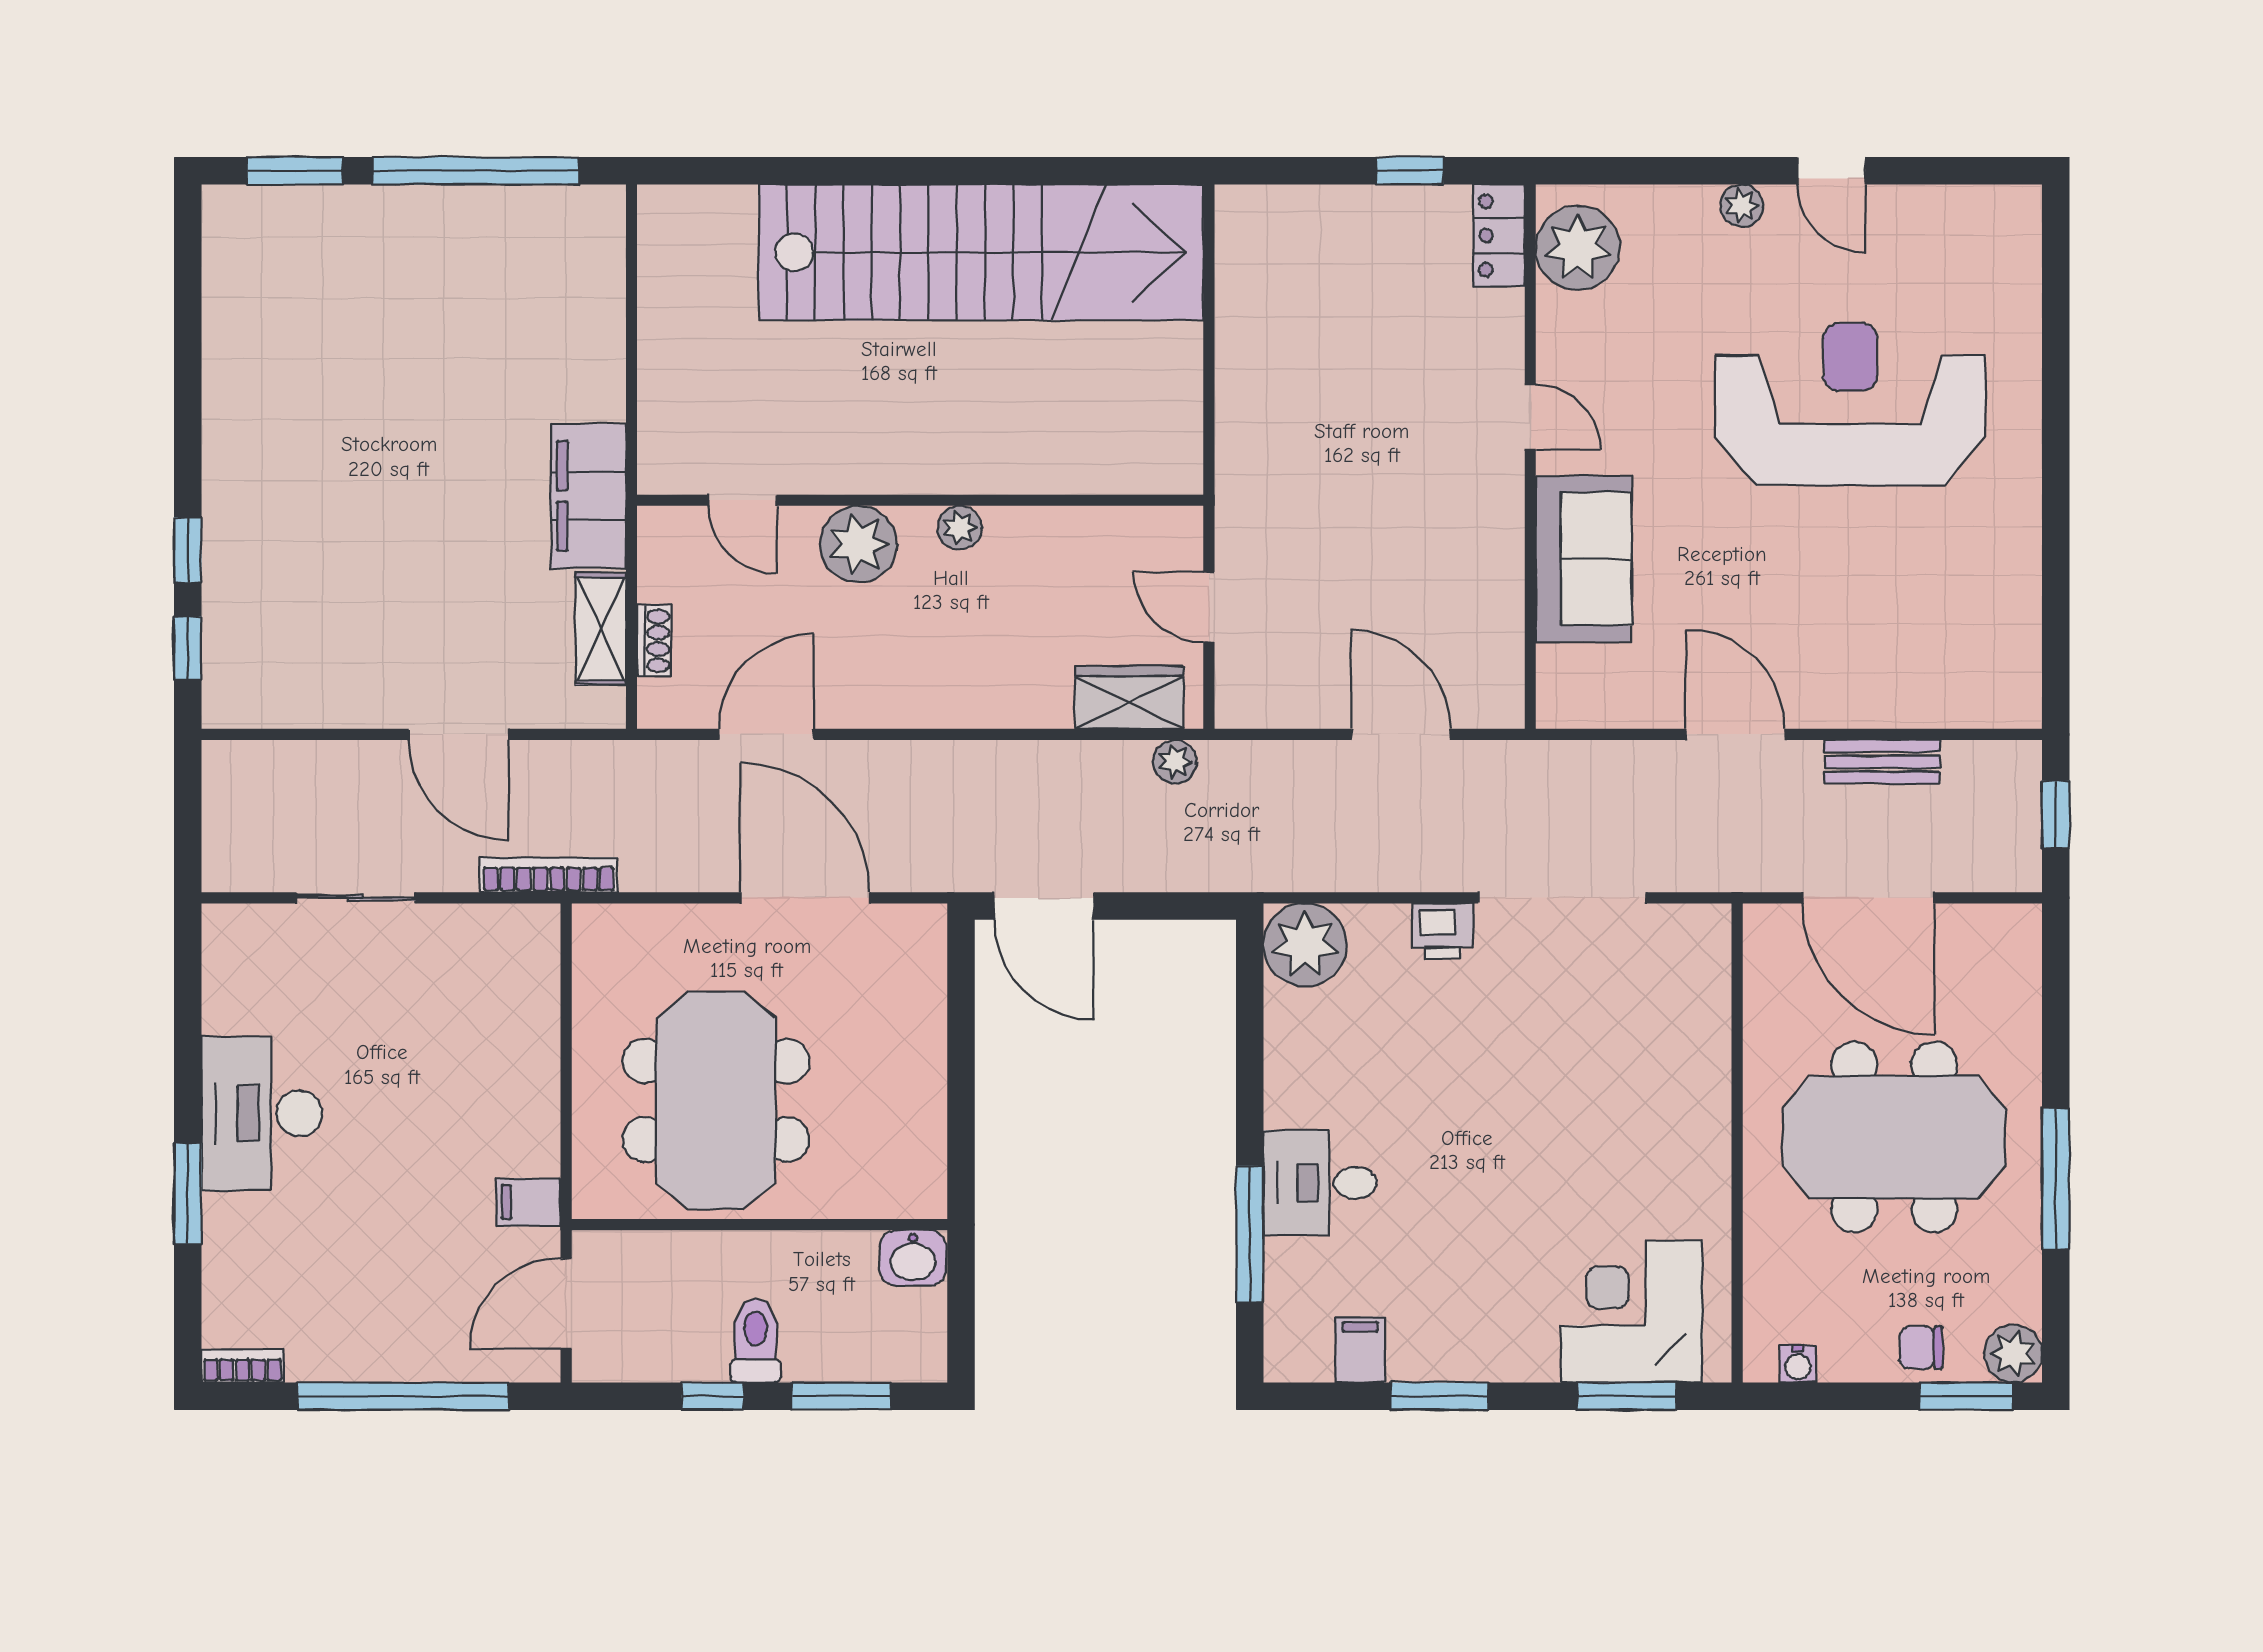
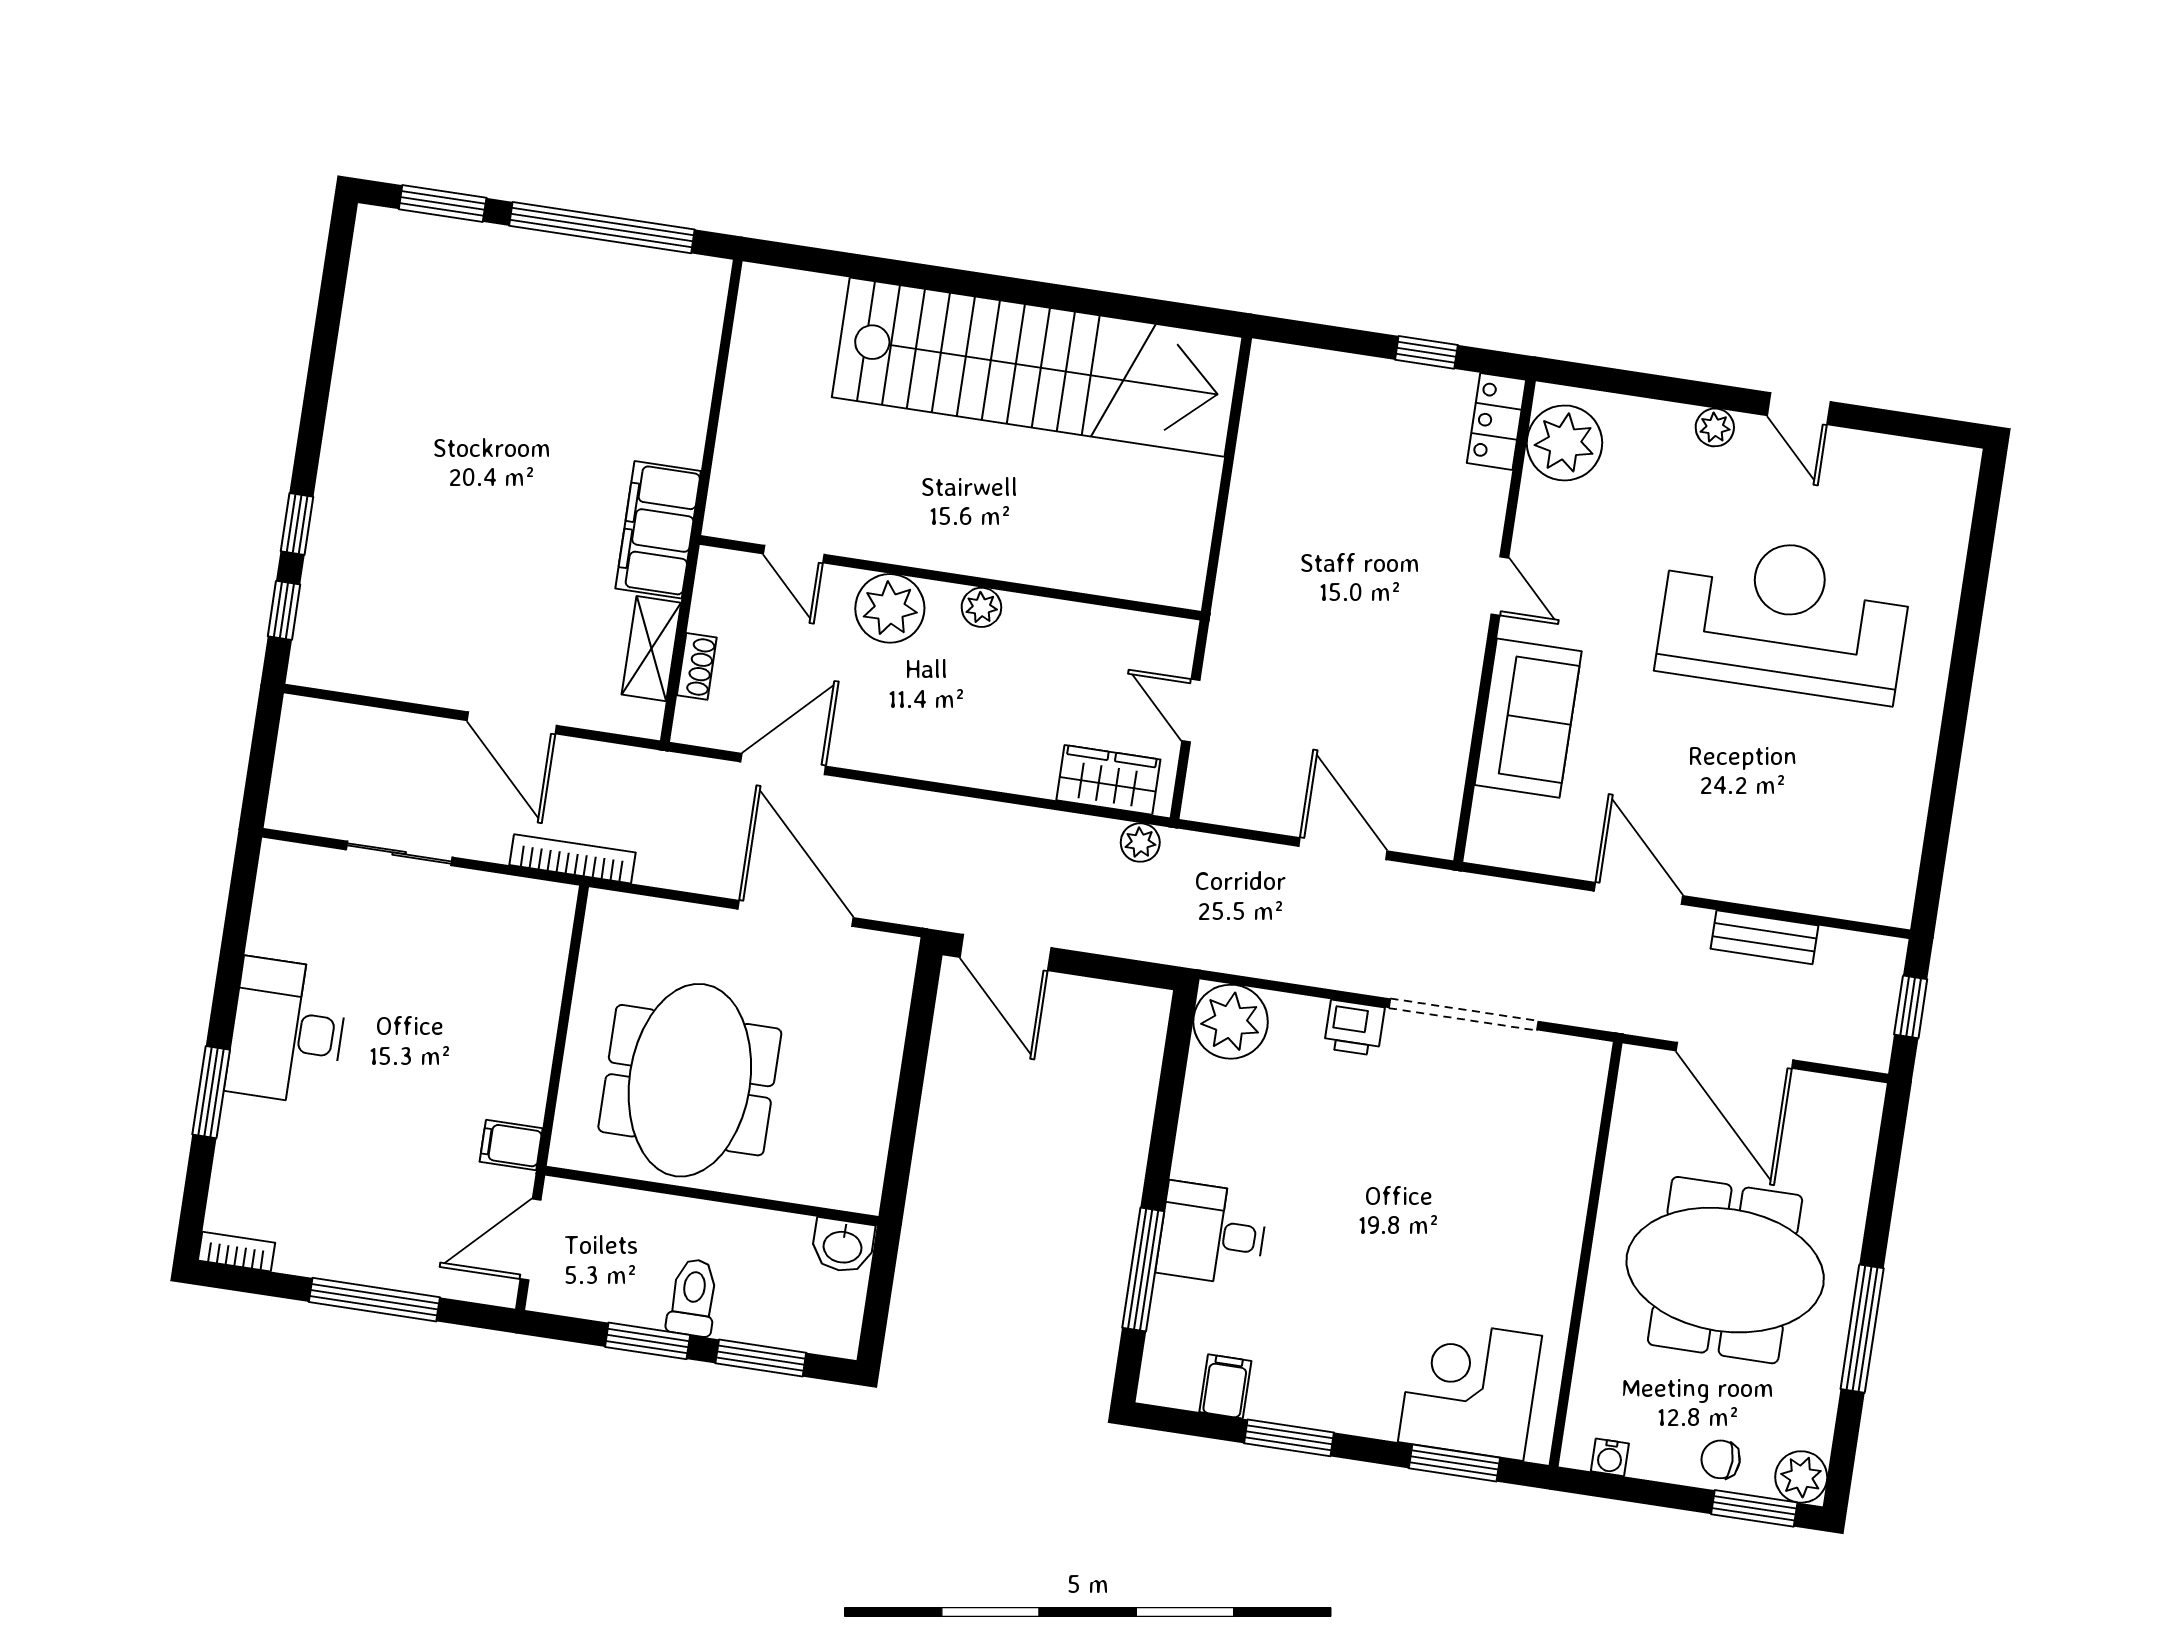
window: (403, 1396) -> (374, 1300), width x0.68
window: (713, 1396) -> (648, 1341), width x1.50

